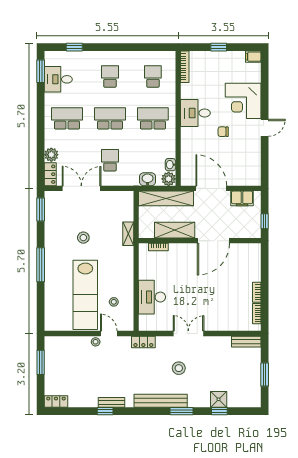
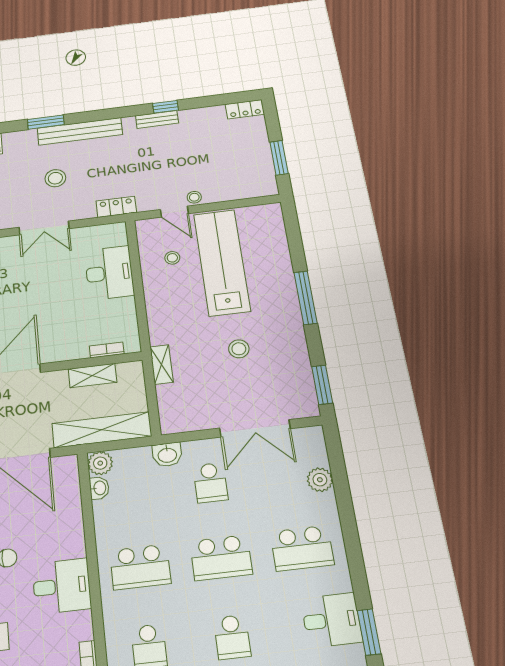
locker: (50, 174) -> (316, 446), removed
washbasin: (148, 179) -> (167, 455), moved
shelving: (175, 230) -> (93, 376), width x0.67, depth x0.75

